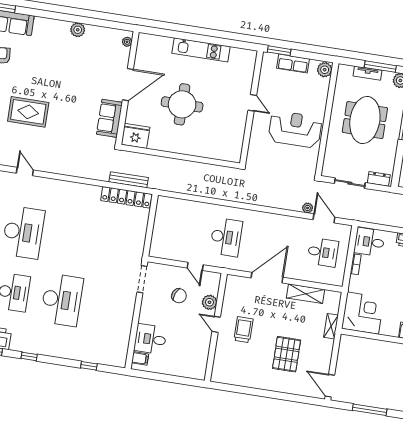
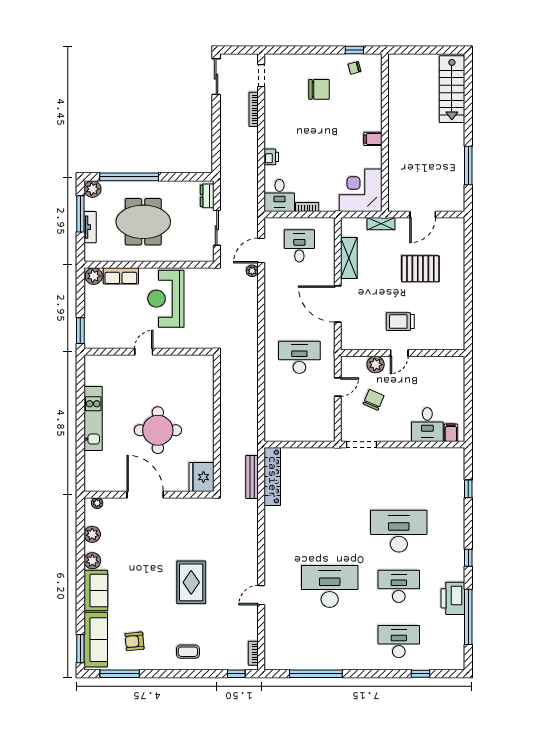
plant: (101, 33) -> (92, 534), added
row of seats: (293, 64) -> (121, 276), moved, turned 90
rug: (28, 112) -> (191, 582), moved
sofa: (109, 118) -> (96, 590), moved, turned -90
door: (330, 386) -> (423, 214), moved

